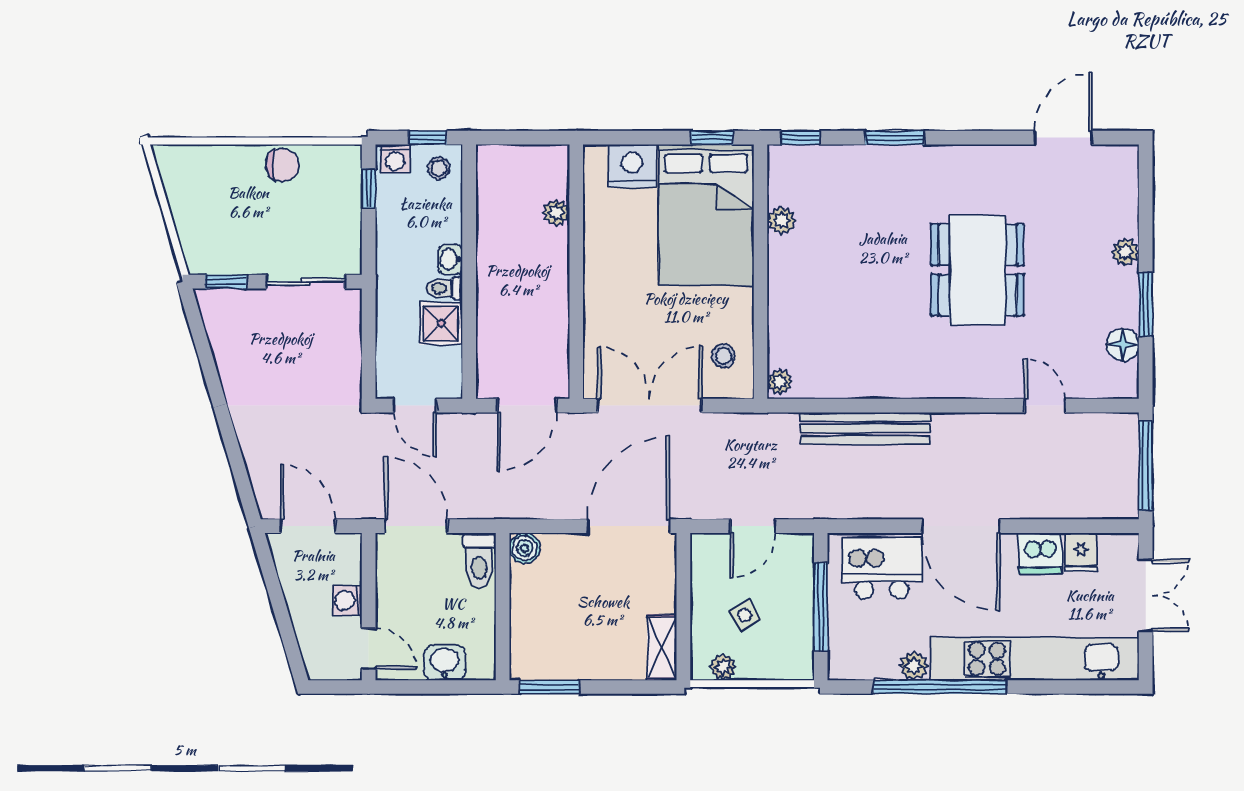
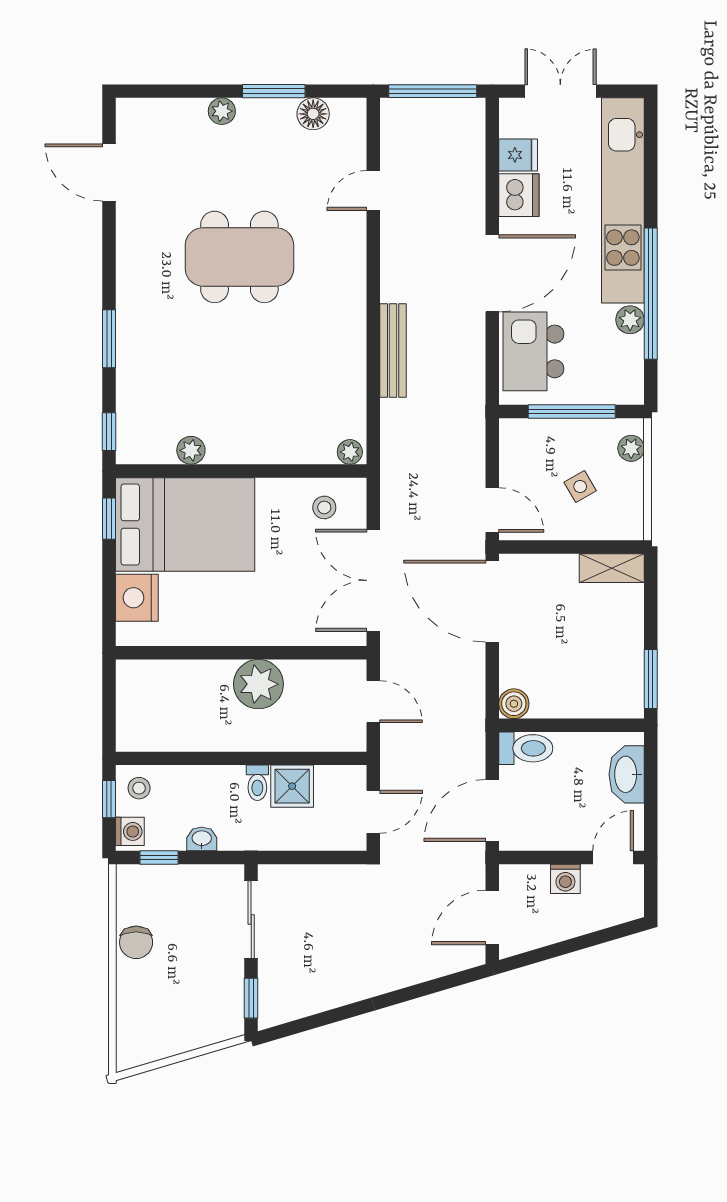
chair: (283, 165) -> (136, 942), turned 180
plant: (556, 213) -> (258, 684), moved, width x1.87, depth x1.87
washbasin: (450, 259) -> (202, 839), moved, turned 180
door: (527, 406) -> (373, 702), width x0.73
bench: (865, 428) -> (393, 350), width x0.73, depth x0.82
door: (753, 526) -> (492, 510), moved
washbasin: (445, 662) -> (627, 774), width x1.38
plant: (723, 667) -> (631, 448), moved

